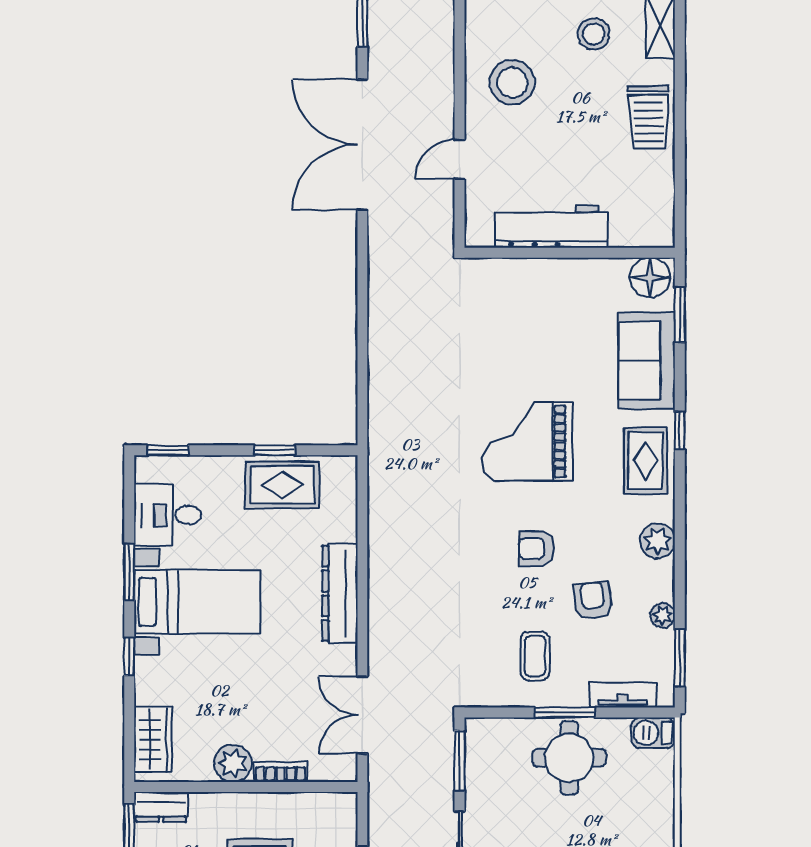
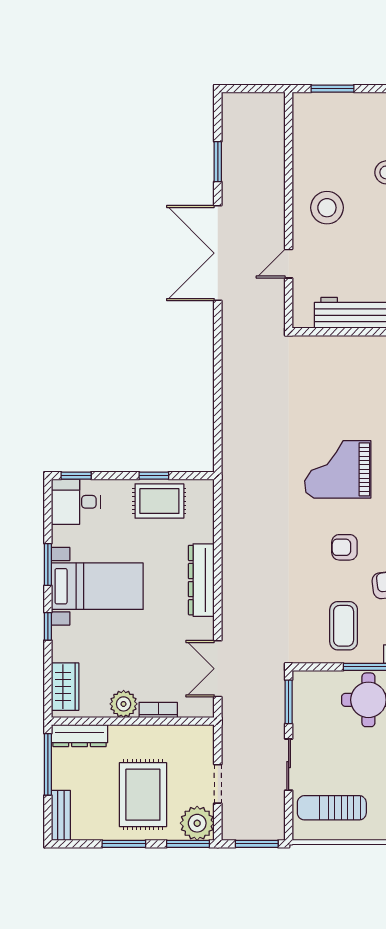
desk: (167, 515) -> (76, 502), moved
coffee table: (535, 656) -> (344, 626), width x1.36, depth x1.30
dresser: (161, 807) -> (80, 736), width x1.44

